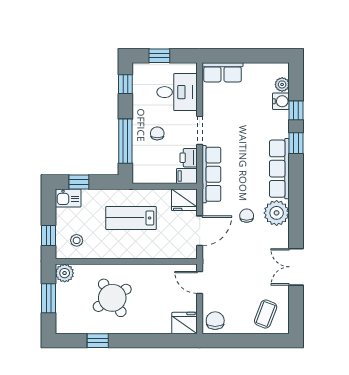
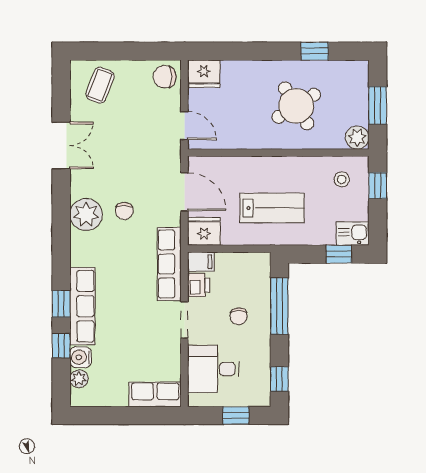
row of seats: (279, 169) -> (82, 306), moved
door: (200, 231) -> (184, 192), swing flipped
chair: (215, 321) -> (165, 77), turned 89

